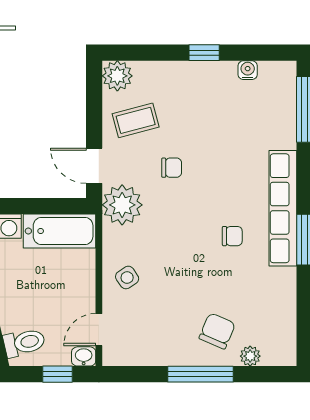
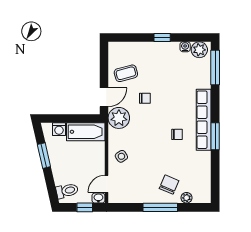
plant: (117, 76) -> (199, 50), moved
door: (94, 166) -> (104, 97), swing flipped

